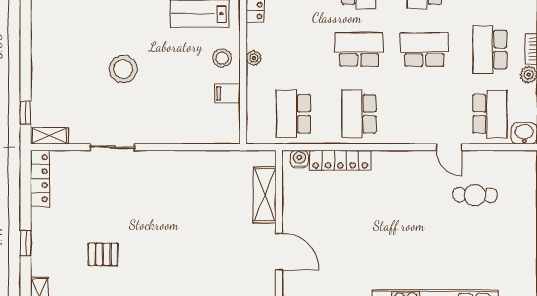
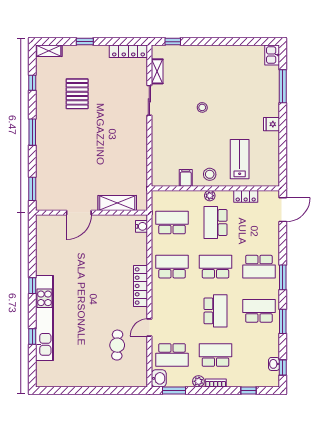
school desk: (293, 49) -> (215, 222), added
school desk: (359, 49) -> (215, 267), turned -90
stool: (123, 69) -> (202, 107), width x0.53, depth x0.53
shelving: (49, 136) -> (157, 71), moved
locker: (340, 160) -> (141, 286), moved
pallet: (103, 254) -> (77, 94), width x1.50, depth x1.42

